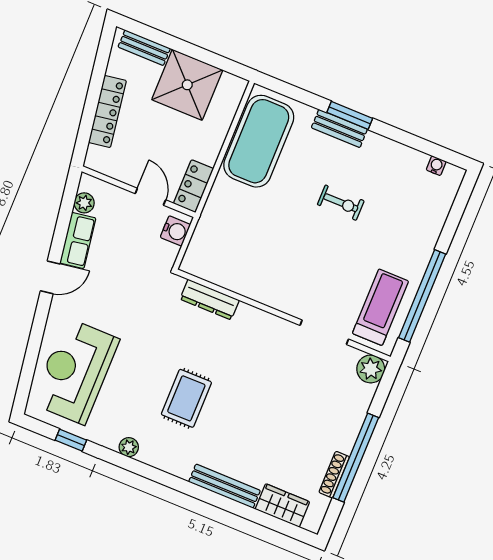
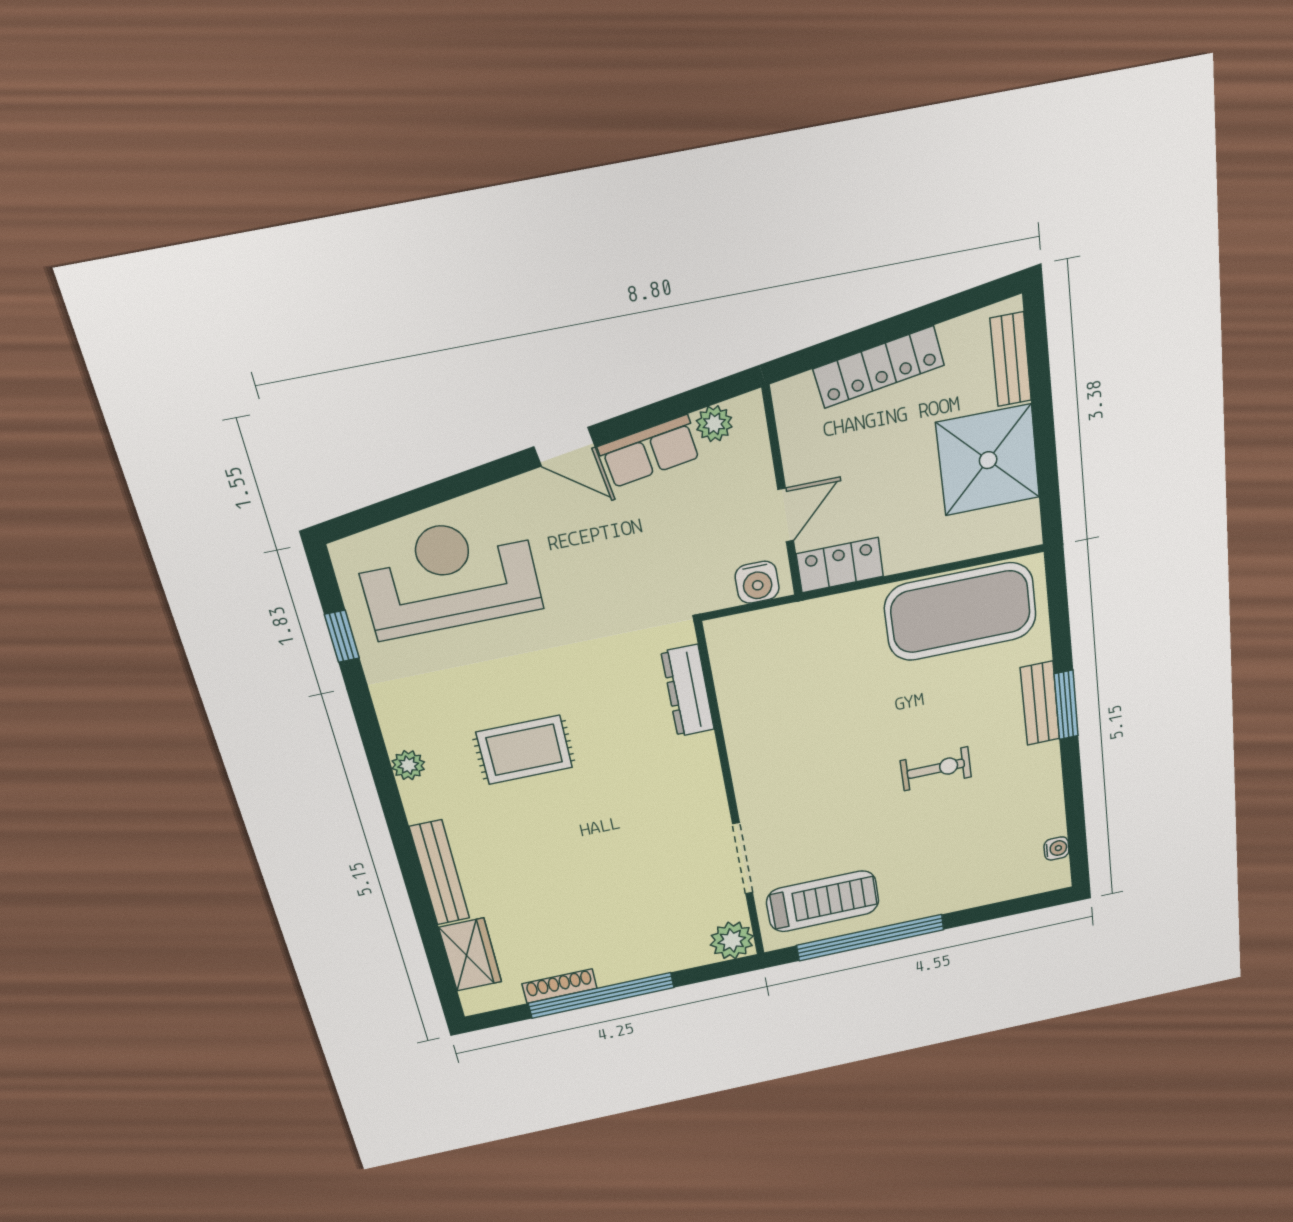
exercise bike: (341, 203) -> (936, 769), turned -90
plant: (129, 447) -> (408, 765), moved

